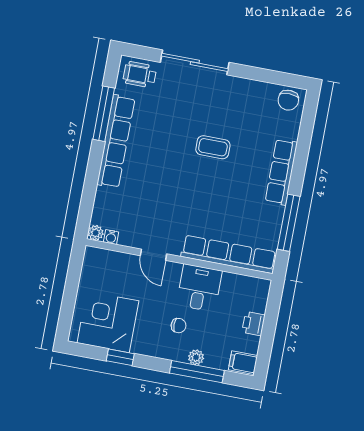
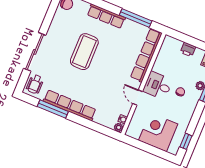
coffee table: (213, 147) -> (84, 52), width x1.86, depth x1.72
door: (153, 255) -> (138, 98), swing flipped
desk: (199, 288) -> (158, 85), moved
corner desk: (108, 322) -> (158, 132), moved, turned 90
window: (120, 357) -> (186, 141), moved

